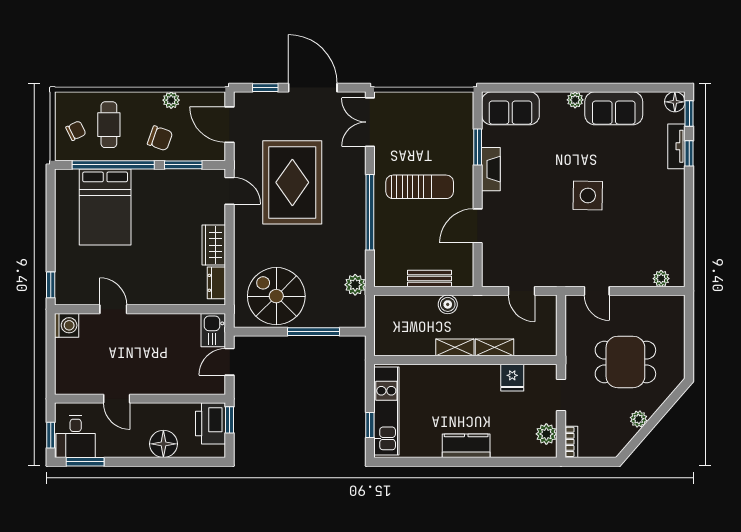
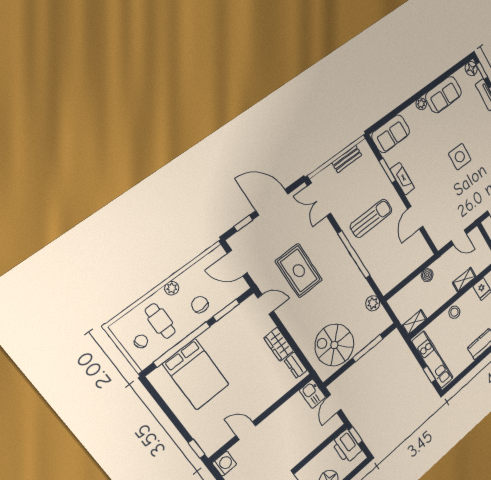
plant: (171, 100) -> (172, 288), moved
chair: (160, 138) -> (200, 305), turned -109
rug: (292, 182) -> (299, 271), width x0.73, depth x0.69
bench: (430, 278) -> (347, 159), moved
shelving: (455, 347) -> (414, 322), moved
stool: (454, 377) -> (454, 312), added

